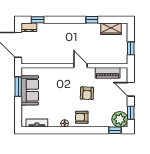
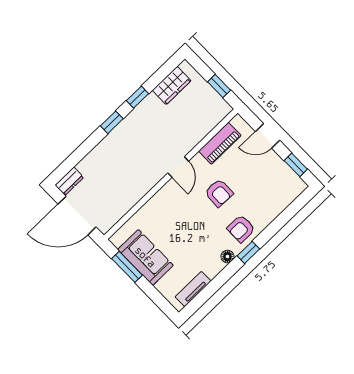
window: (38, 20) -> (112, 122), moved
door: (80, 66) -> (178, 167), swing flipped
plant: (120, 119) -> (290, 186), removed
window: (115, 130) -> (248, 252), moved

